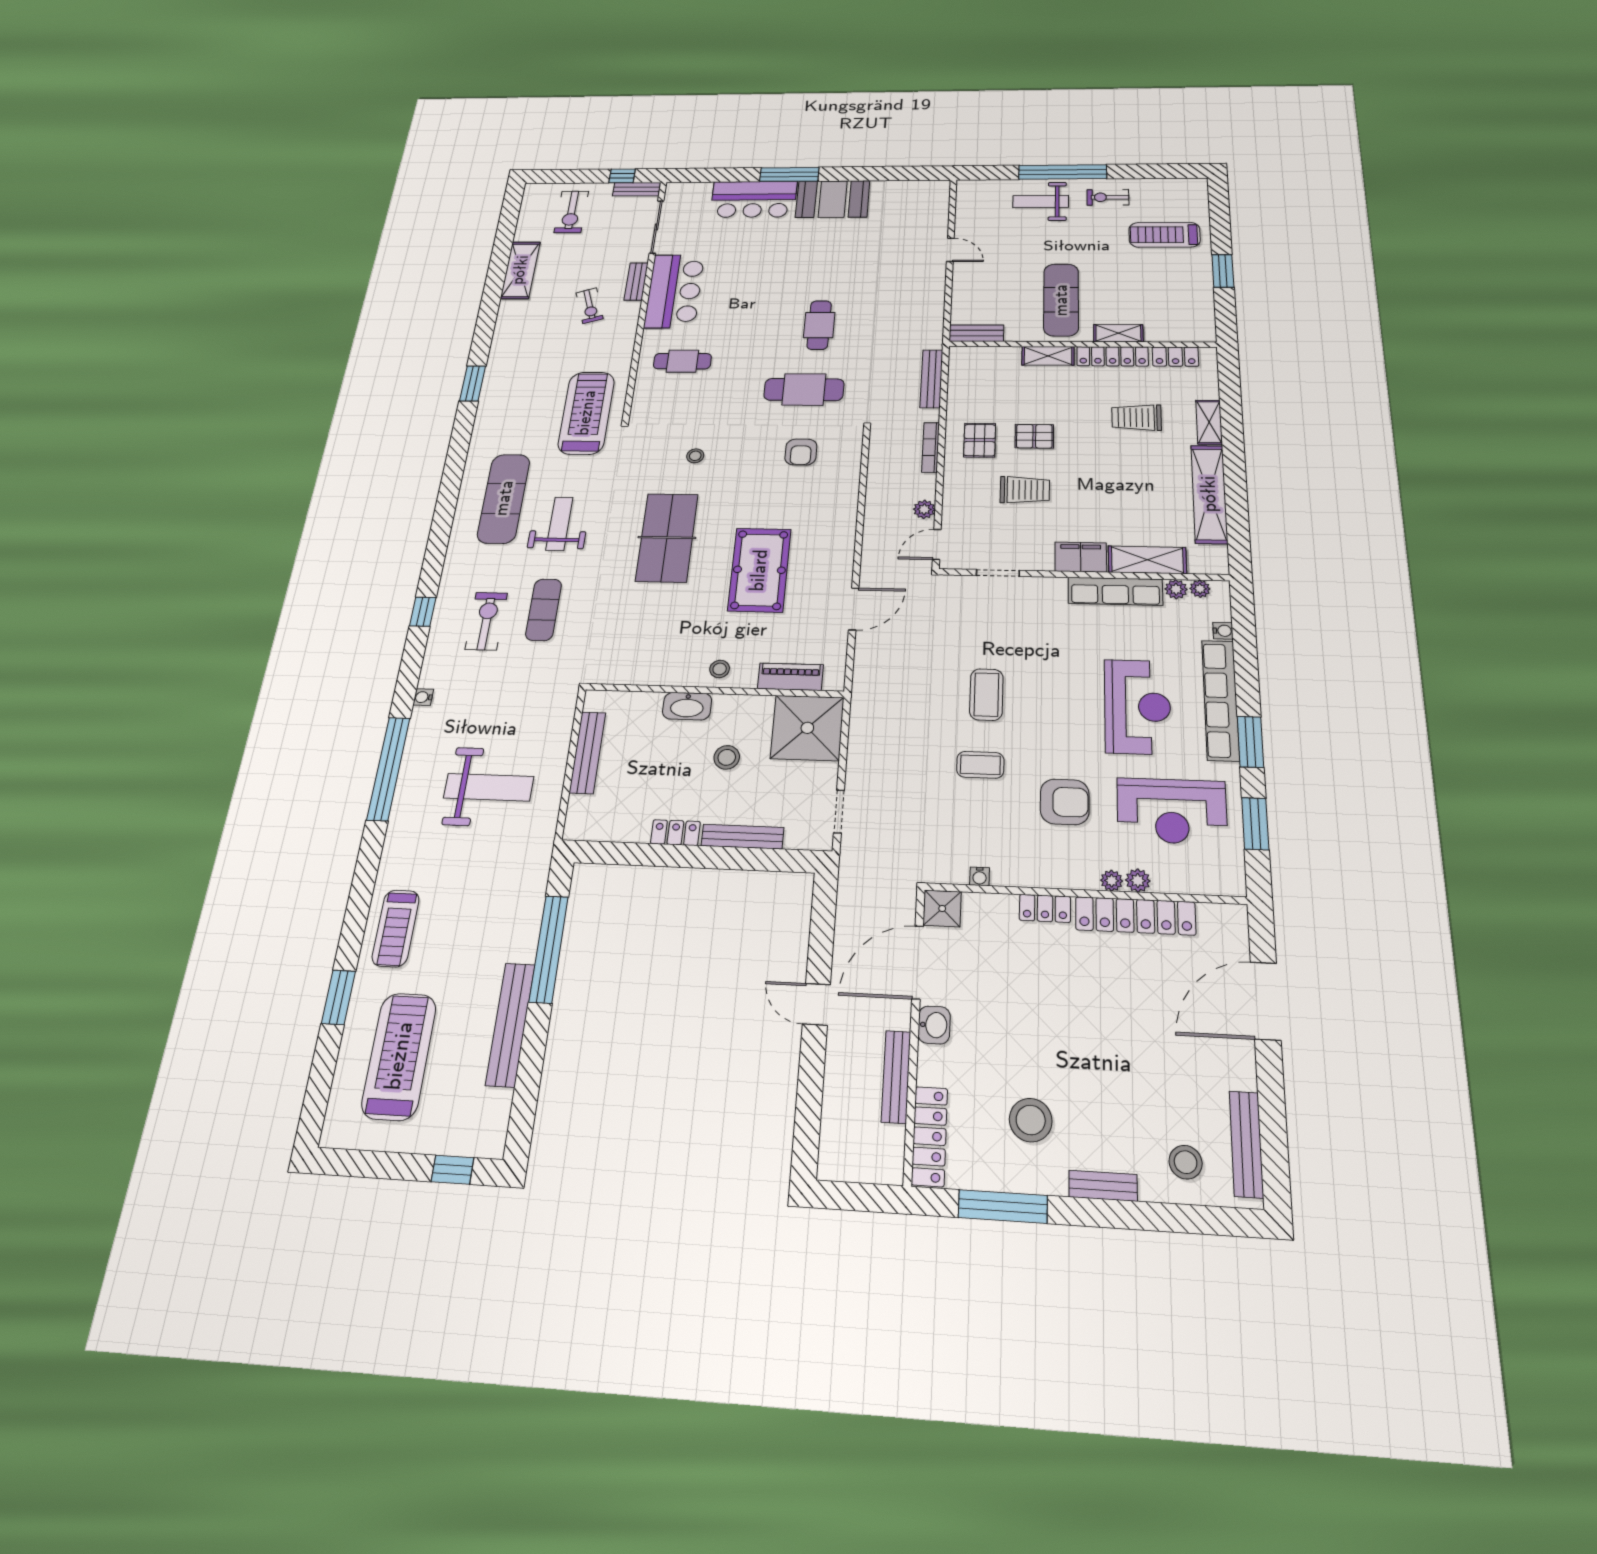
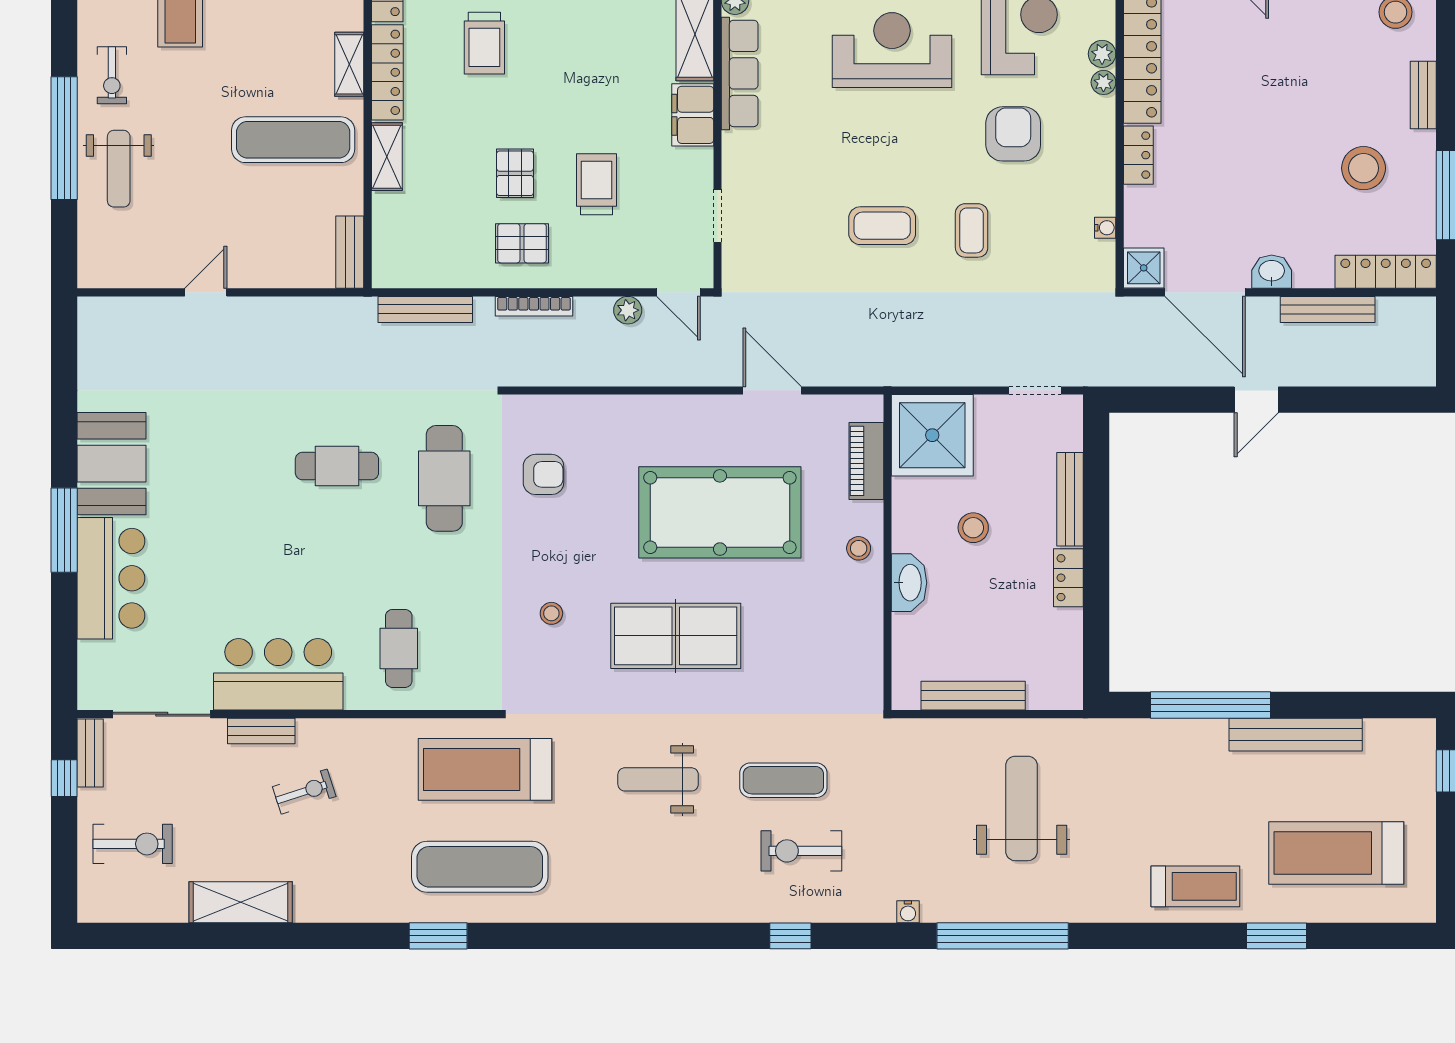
exercise mat: (504, 498) -> (480, 867), moved
pool table: (759, 570) -> (720, 512), width x1.36, depth x1.32

